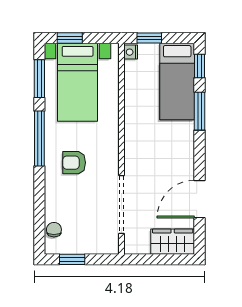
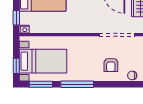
armchair: (74, 163) -> (111, 65), moved

